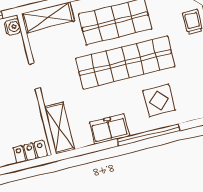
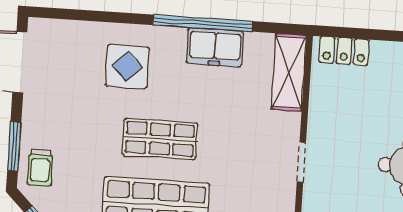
shop shelf: (125, 63) -> (160, 139), width x0.50, depth x0.74
window: (148, 135) -> (203, 23), moved

